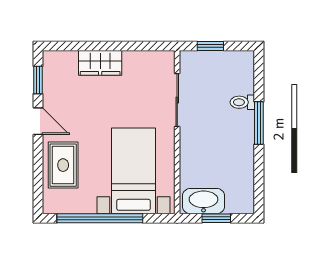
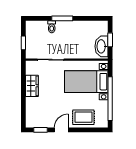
wardrobe: (100, 63) -> (32, 86), moved

